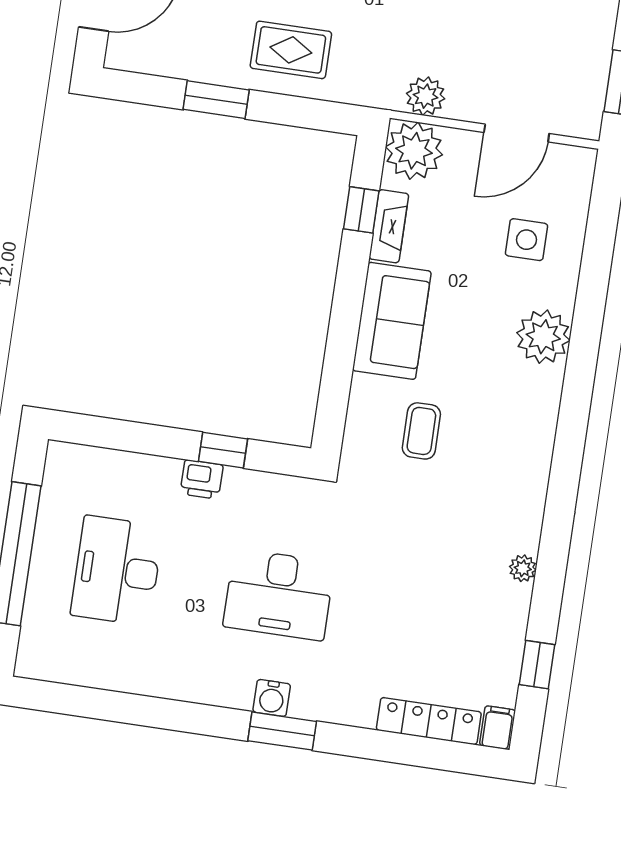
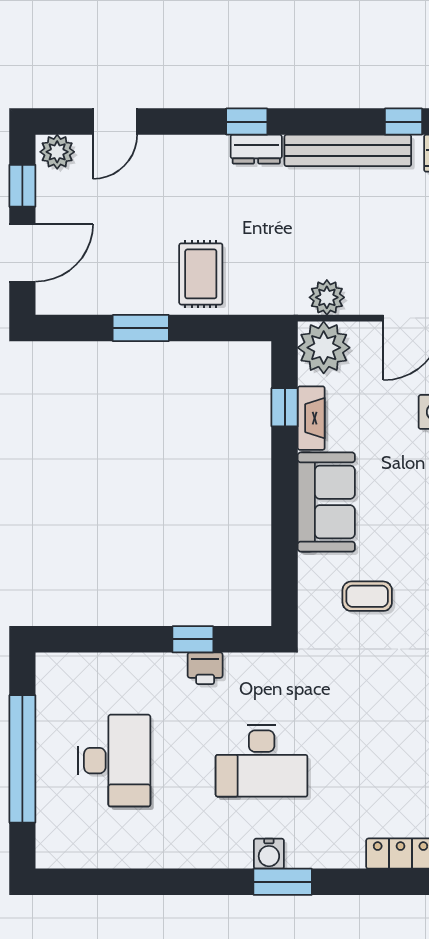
rug: (291, 50) -> (201, 274), turned 90
coffee table: (421, 431) -> (367, 596), turned 90
printer: (202, 479) -> (205, 668), moved
desk: (117, 571) -> (114, 761), turned 180

